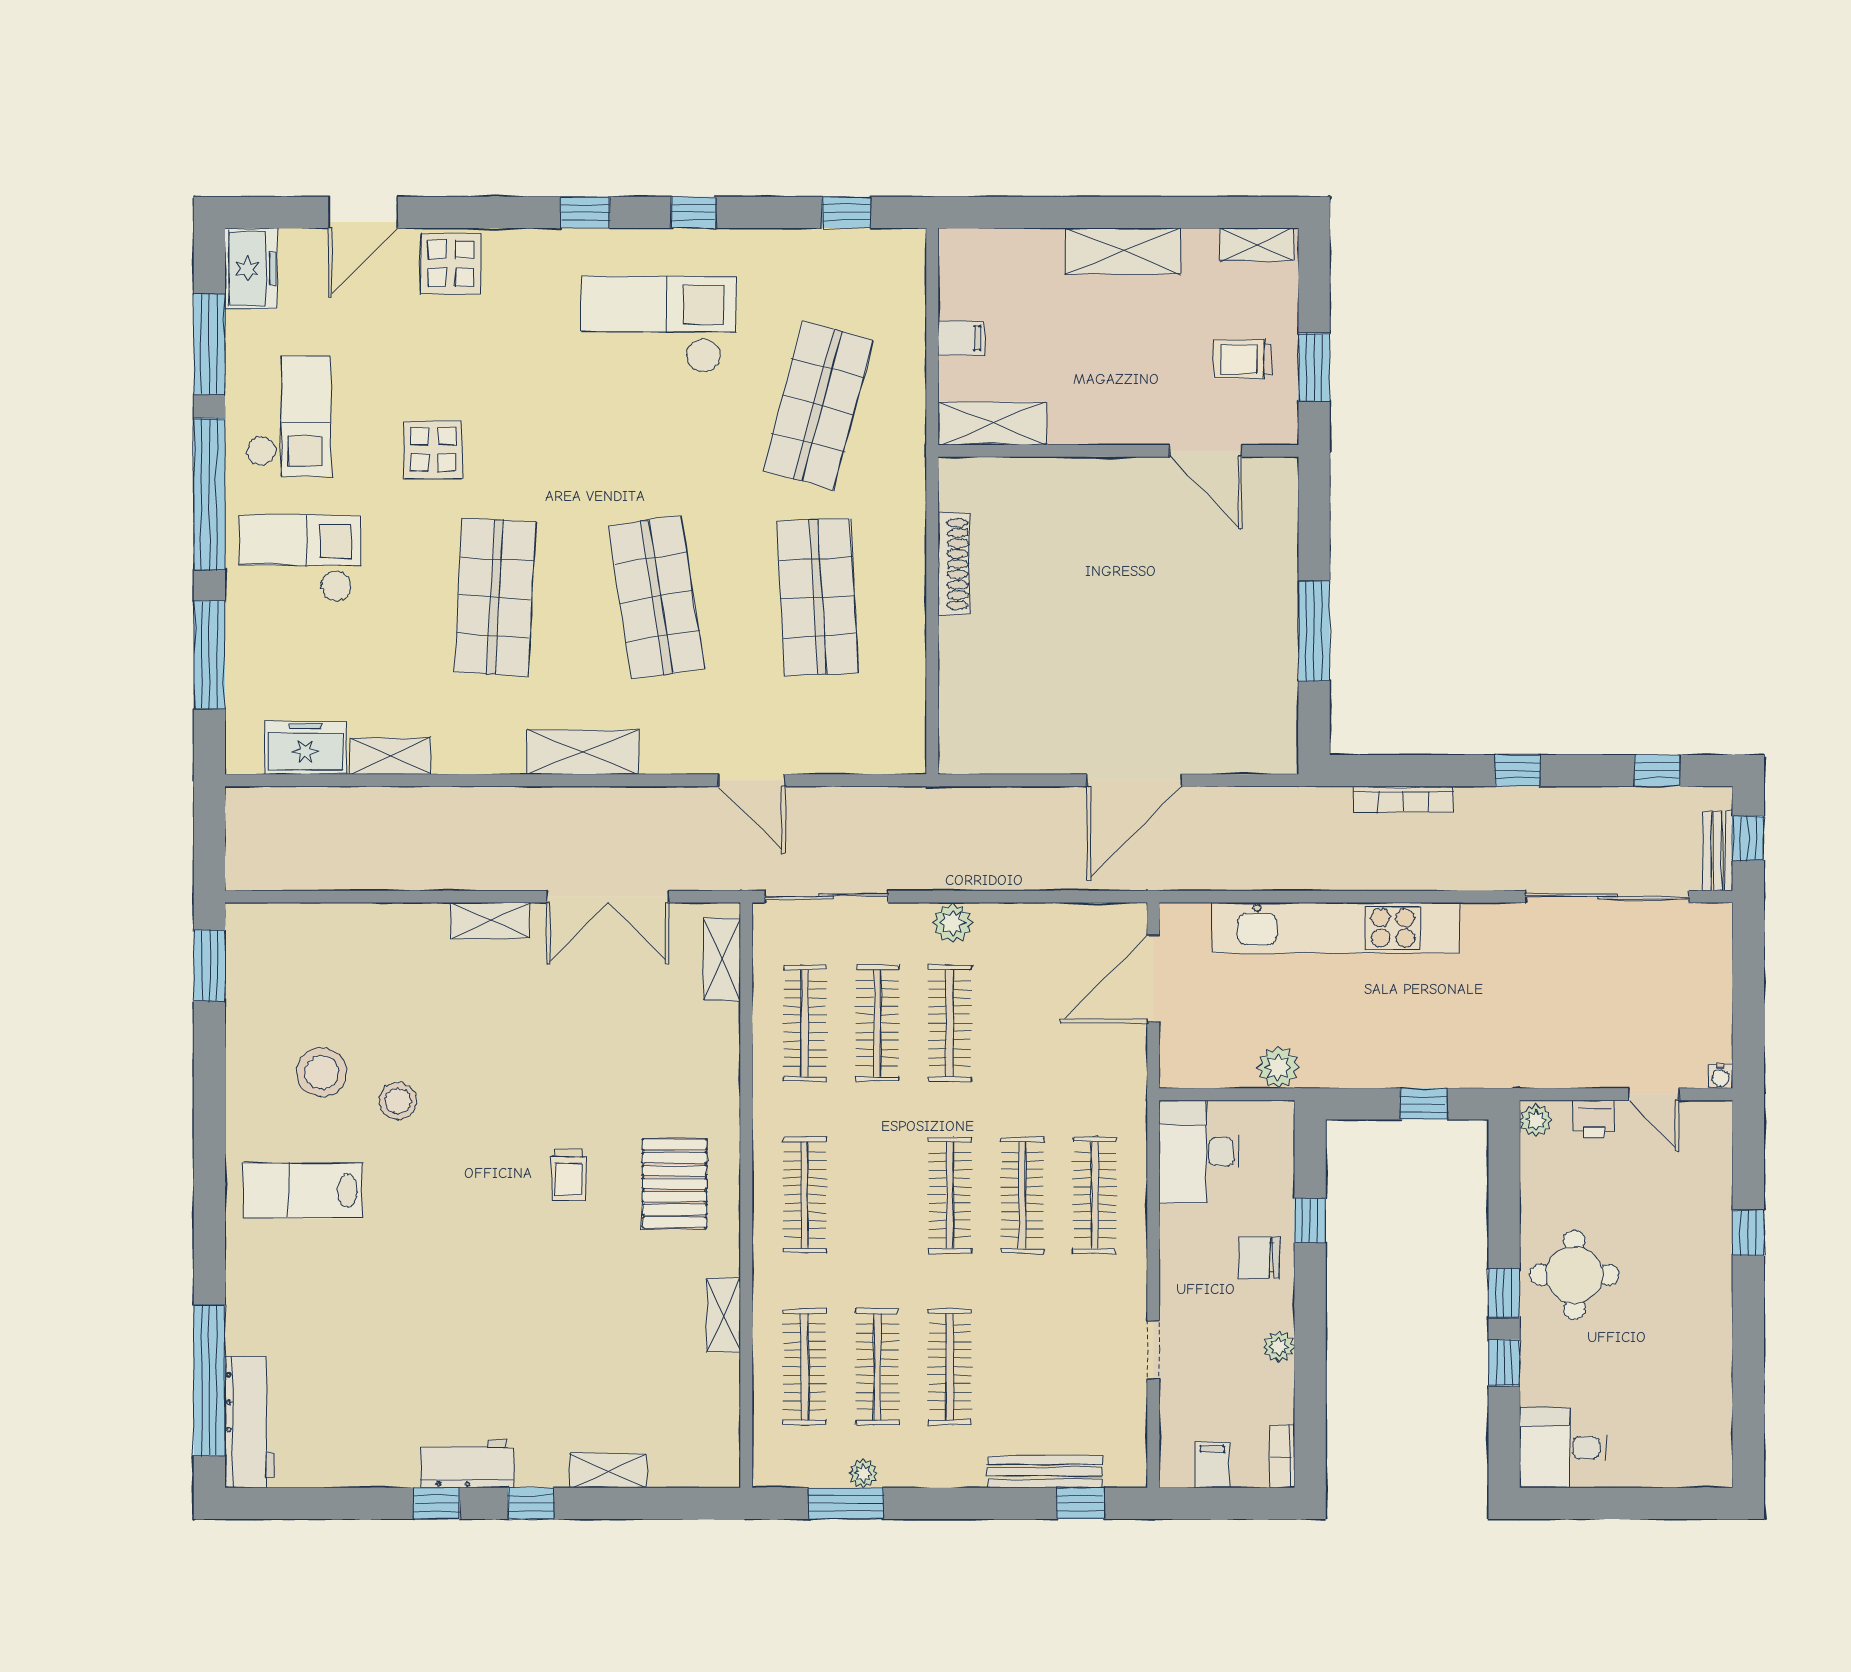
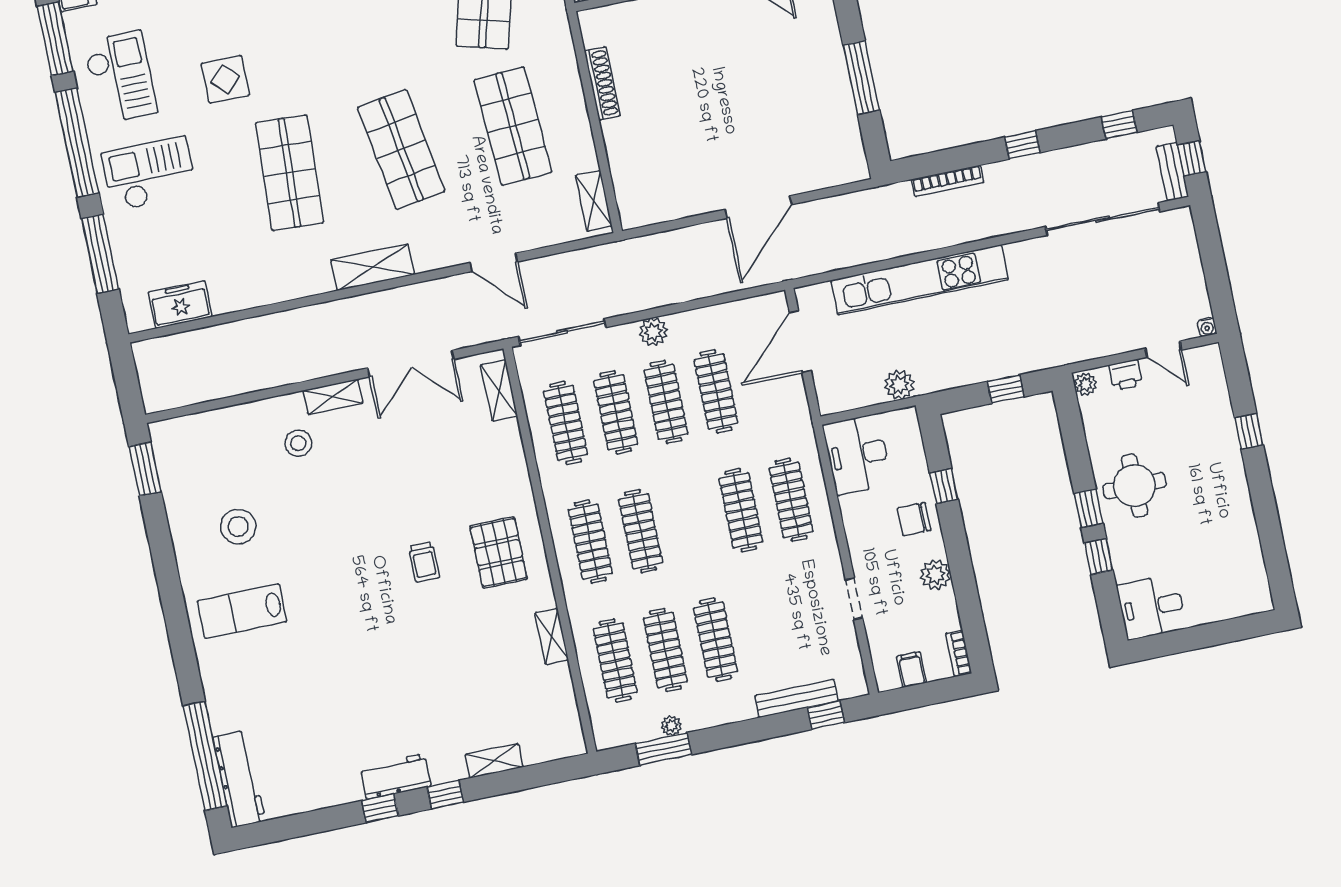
shelving: (390, 756) -> (594, 201), moved, turned 90
clothes rail: (1022, 1023) -> (716, 391), added
stool: (398, 1101) -> (298, 443), moved
clothes rail: (950, 1195) -> (641, 531), moved
plant: (1279, 1347) -> (936, 575), width x1.38, depth x1.38

